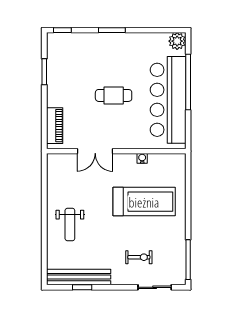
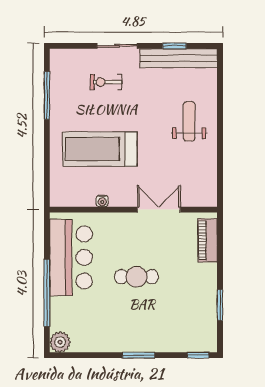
bar counter: (168, 100) -> (71, 257), width x0.73
window: (188, 260) -> (47, 95), moved
sliding door: (155, 287) -> (117, 46), moved

